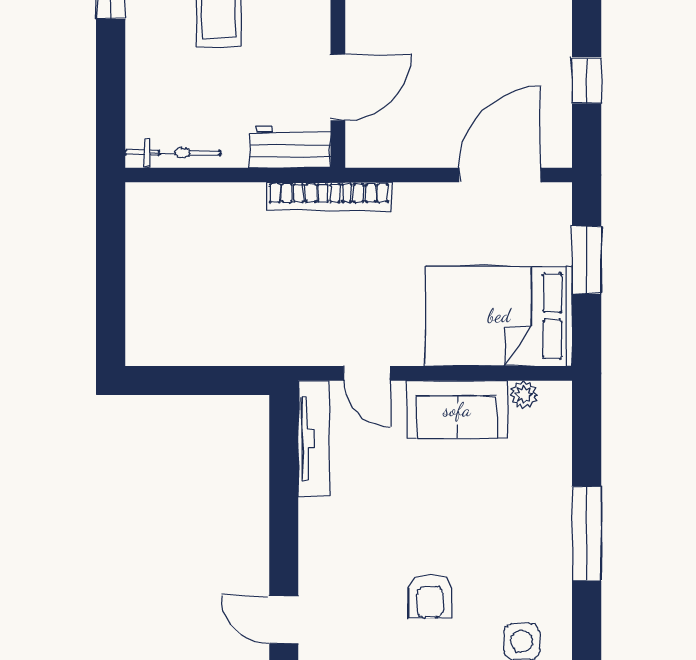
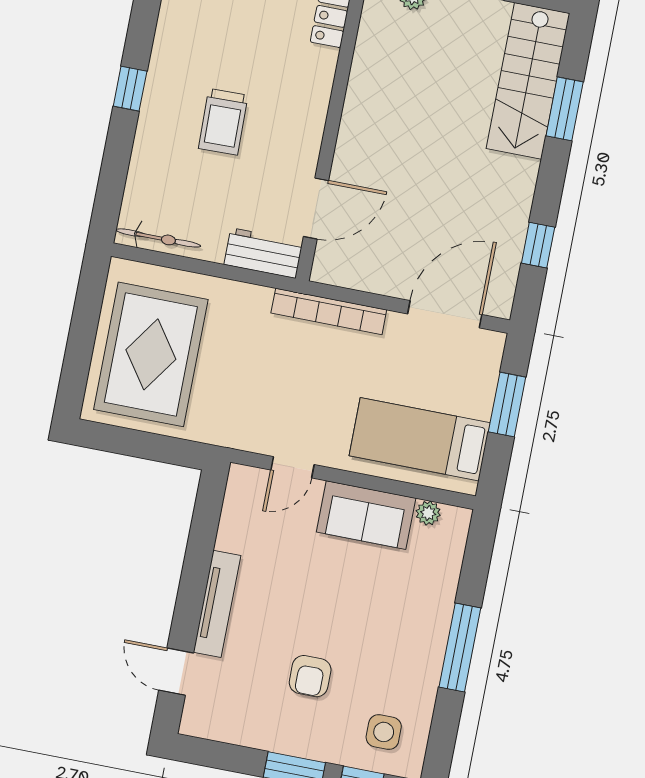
bookcase: (329, 196) -> (329, 311), moved
rug: (189, 281) -> (151, 354), added
bed: (499, 316) -> (420, 439), width x0.67
door: (367, 373) -> (293, 467), hinge flipped
tv unit: (314, 438) -> (217, 604), moved

